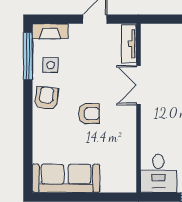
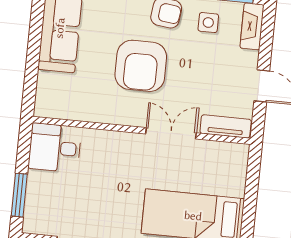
armchair: (89, 114) -> (141, 66), width x1.88, depth x1.88

